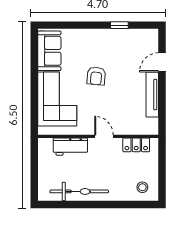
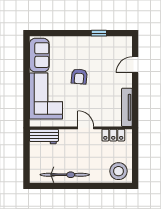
tv unit: (152, 95) -> (127, 107), moved
workbench: (70, 147) -> (44, 137), moved
stool: (142, 187) -> (119, 171), width x1.89, depth x1.89

